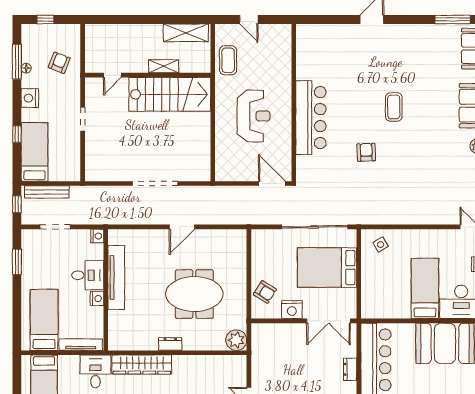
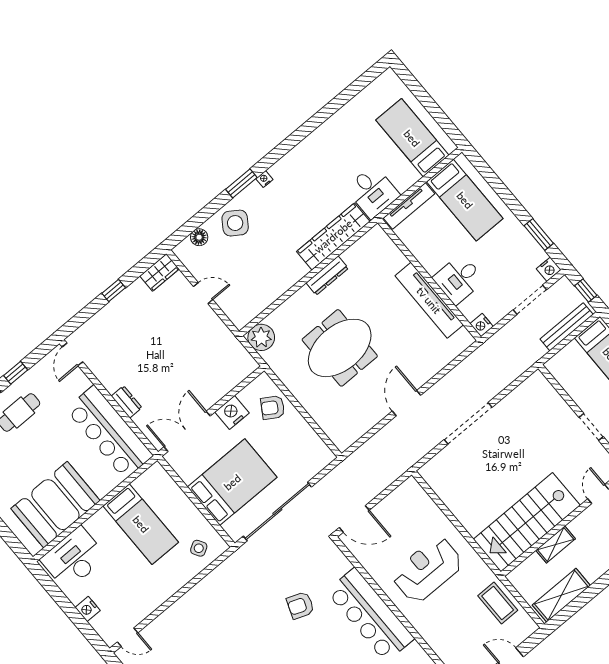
reception desk: (254, 116) -> (427, 570), turned 90
armchair: (366, 152) -> (300, 605), moved, turned 113
bed: (425, 288) -> (141, 524), moved
nightstand: (97, 298) -> (549, 269), moved, turned -90
dresser: (170, 344) -> (327, 276), width x1.44

